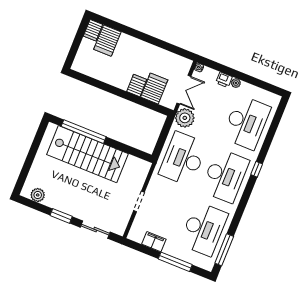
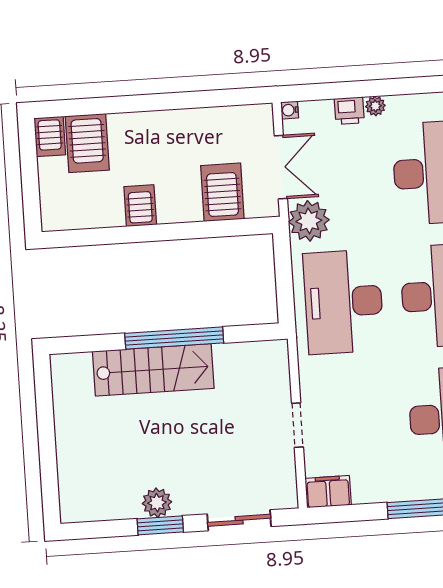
server rack: (137, 85) -> (140, 206), moved
window: (84, 132) -> (174, 338), moved
stairs: (87, 154) -> (153, 370), width x0.73, depth x0.66
plant: (38, 195) -> (157, 503), moved
filing cabinet: (154, 242) -> (328, 492), moved

